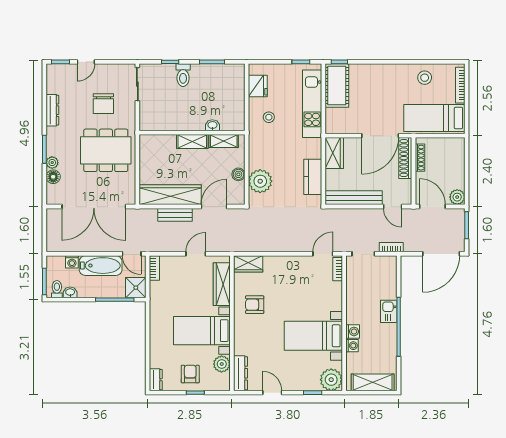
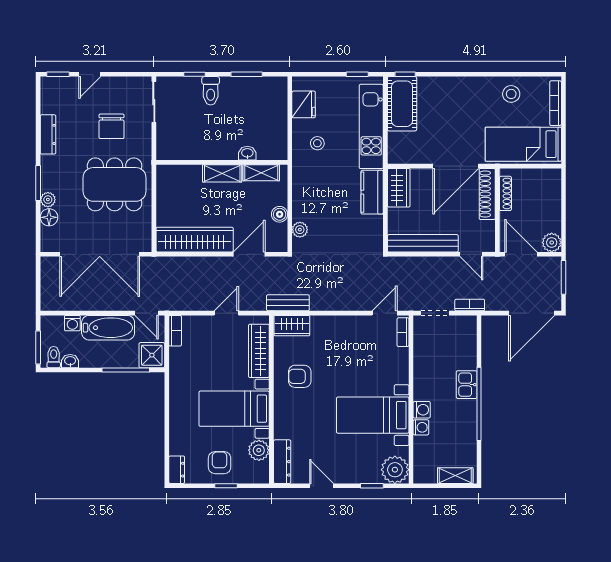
kitchen counter: (313, 177) -> (372, 192), moved
plant: (260, 181) -> (300, 230), width x0.53, depth x0.53
bench: (175, 215) -> (288, 303), moved
shelving: (373, 382) -> (455, 476), width x0.67, depth x0.75

